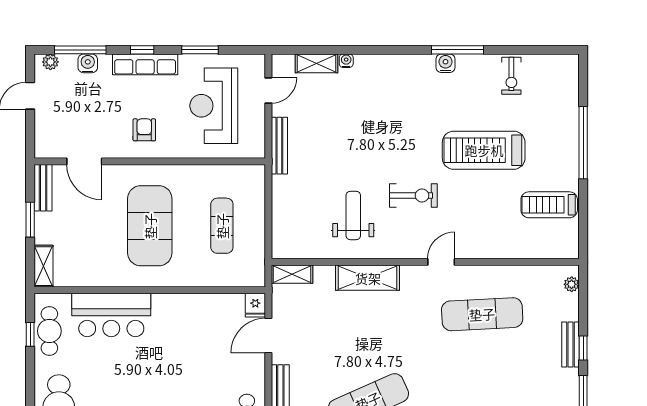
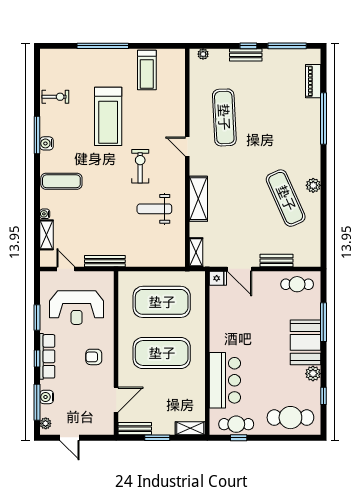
exercise mat: (392, 84) -> (61, 181), added
exercise mat: (222, 226) -> (162, 302), width x2.00, depth x1.45

